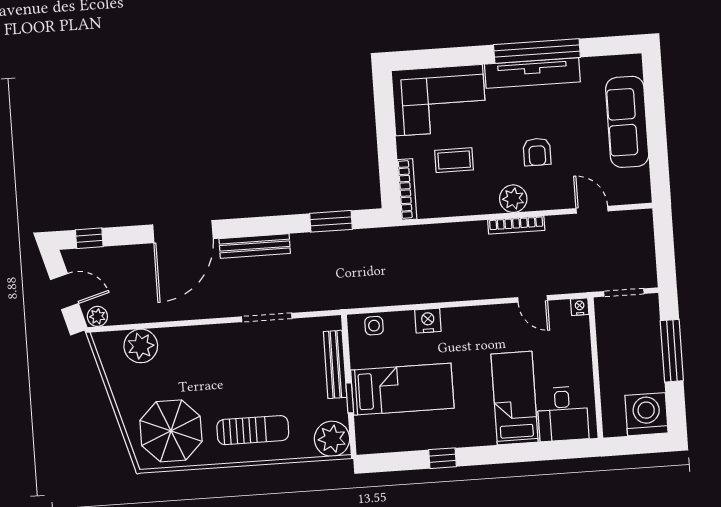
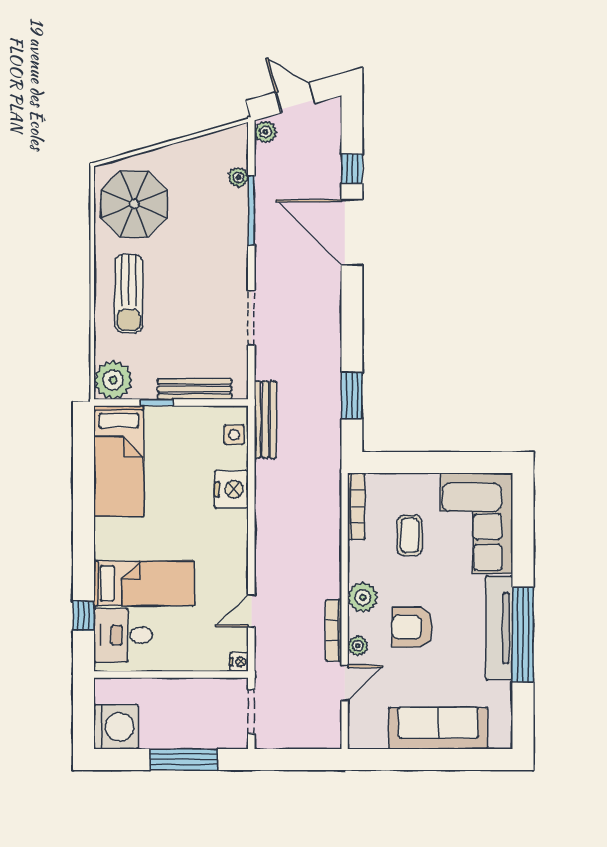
armchair: (537, 152) -> (412, 627), width x1.38, depth x1.38
bookcase: (407, 189) -> (356, 506), moved, turned -90
plant: (558, 200) -> (358, 646), added
bookcase: (516, 225) -> (334, 630), moved
window: (89, 238) -> (352, 169), moved
bench: (255, 246) -> (265, 420), moved
door: (64, 292) -> (295, 98), swing flipped
nightstand: (428, 321) -> (231, 489), width x1.36, depth x1.33
window: (170, 324) -> (251, 210), added
plant: (141, 346) -> (238, 177), width x0.53, depth x0.53
bed: (402, 389) -> (119, 461), moved
window: (442, 458) -> (83, 616), moved

